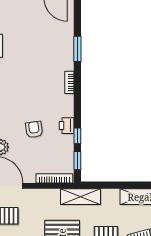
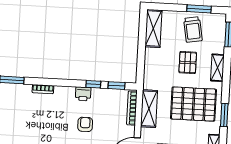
armchair: (34, 129) -> (85, 124), turned 98
shelving: (81, 197) -> (149, 109), moved

